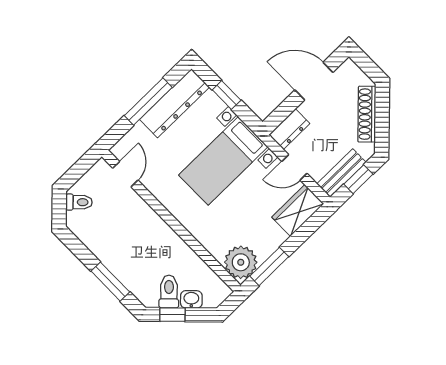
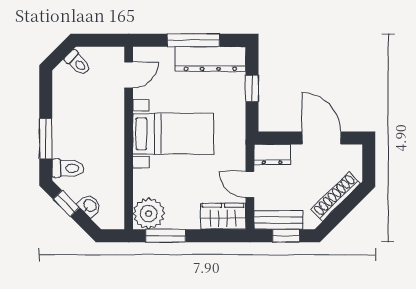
bed with nightstands: (223, 161) -> (173, 134), moved, turned 180
toilet: (169, 292) -> (68, 168), moved, turned 45

